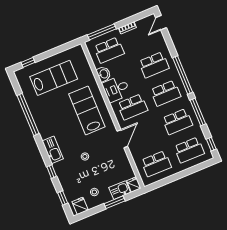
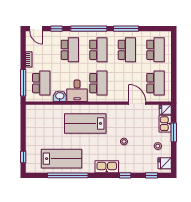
lab bench: (54, 78) -> (61, 159), moved, turned 90
door: (122, 139) -> (137, 103), moved
window: (211, 144) -> (56, 29), moved

